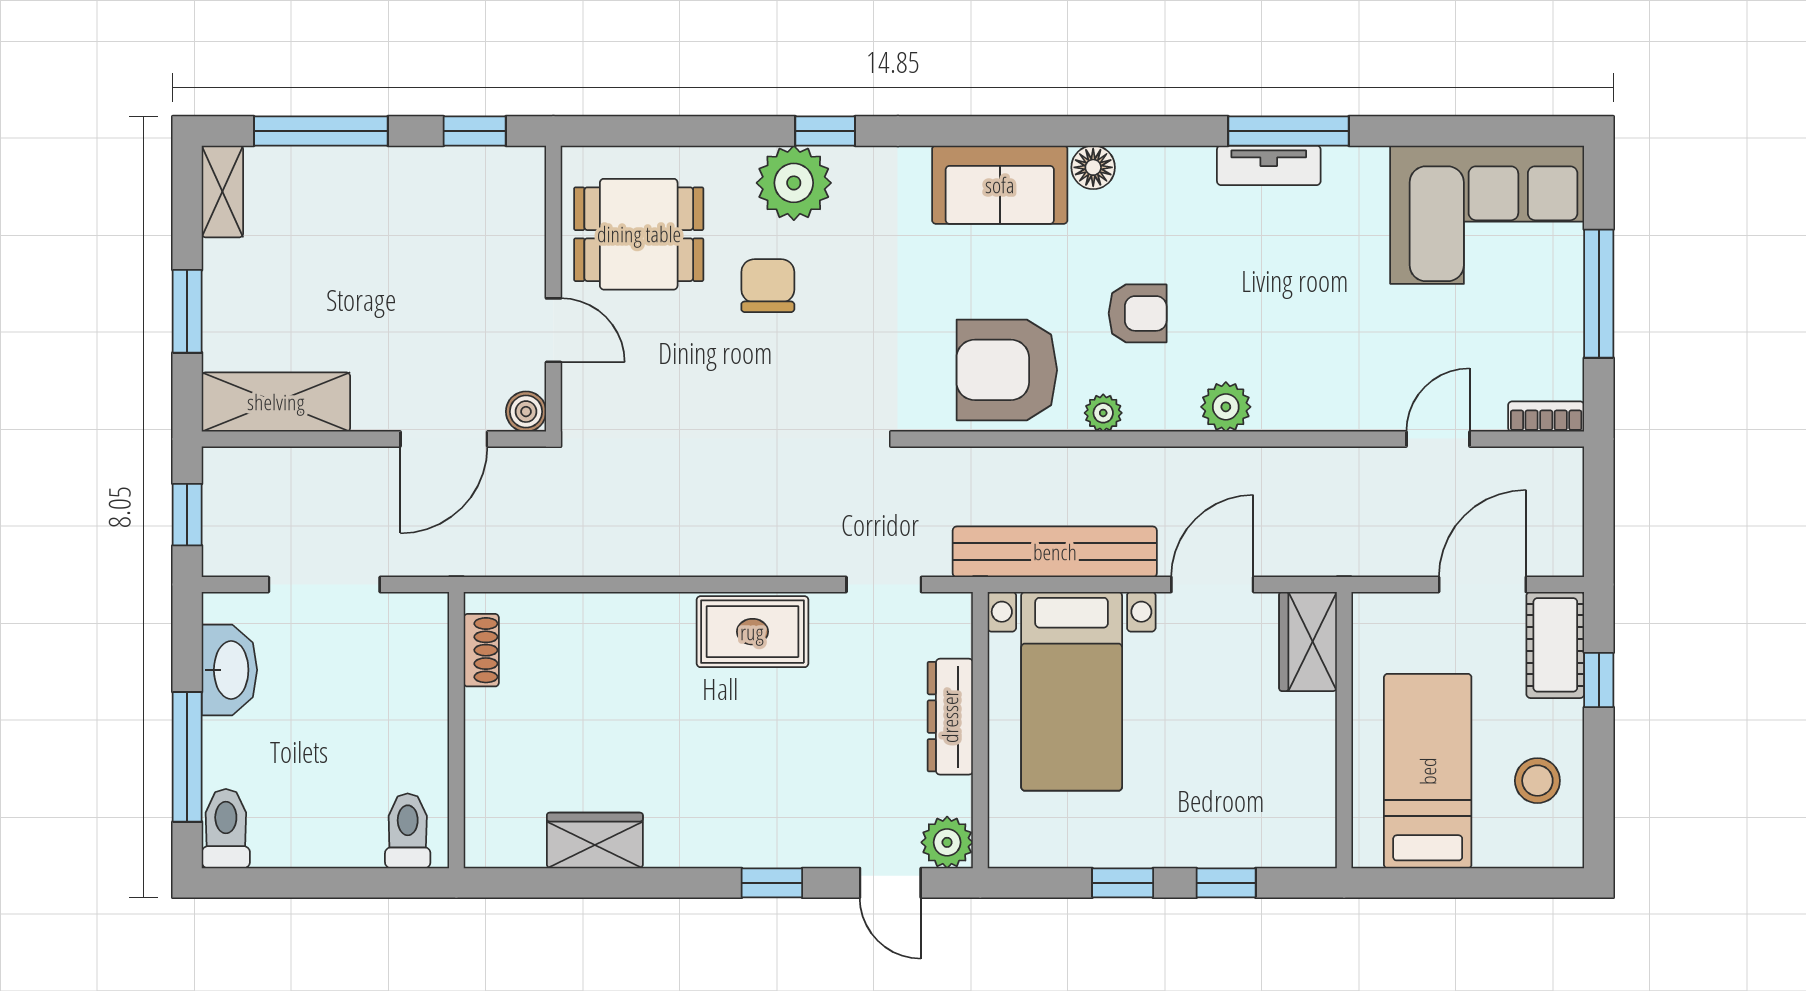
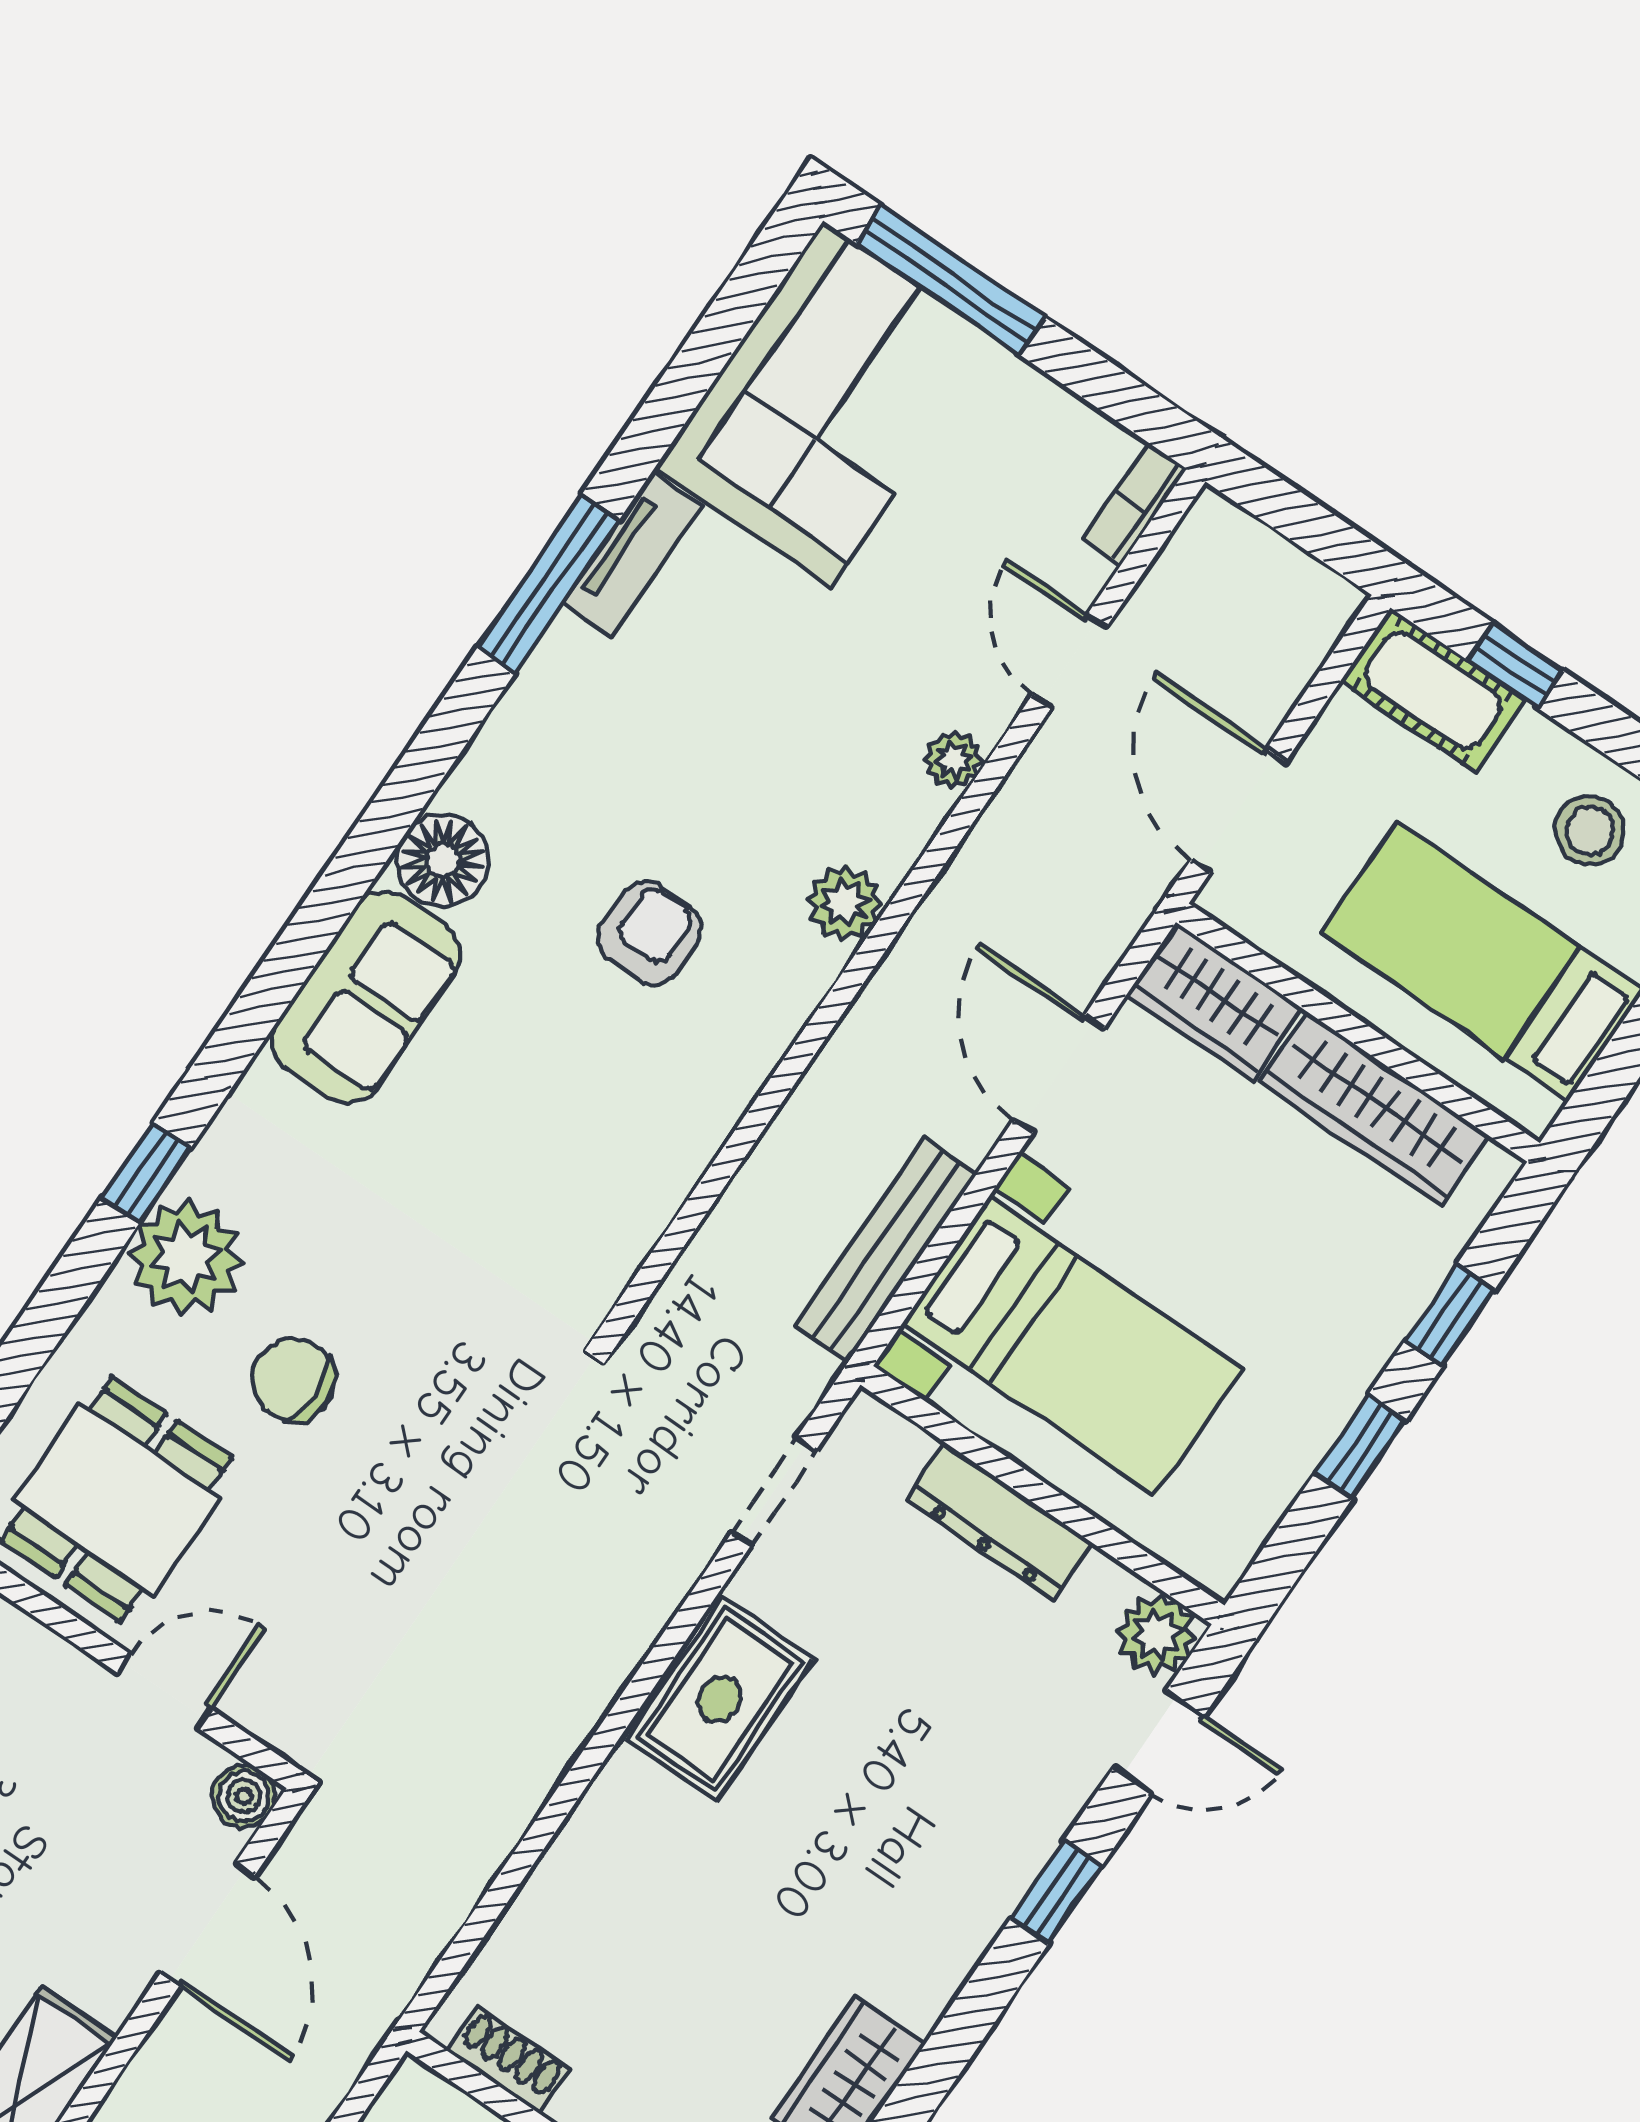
tv unit: (1269, 165) -> (632, 555), moved
floor lamp: (1093, 167) -> (443, 860), width x1.38, depth x1.38
window: (1599, 294) -> (950, 280), moved
armchair: (1007, 370) -> (608, 1149), removed
plant: (1103, 413) -> (954, 760), moved
bench: (1055, 552) -> (886, 1250), width x0.73, depth x0.82
door: (1482, 585) -> (1238, 811), moved
wardrobe: (1309, 767) -> (1374, 1109), added

